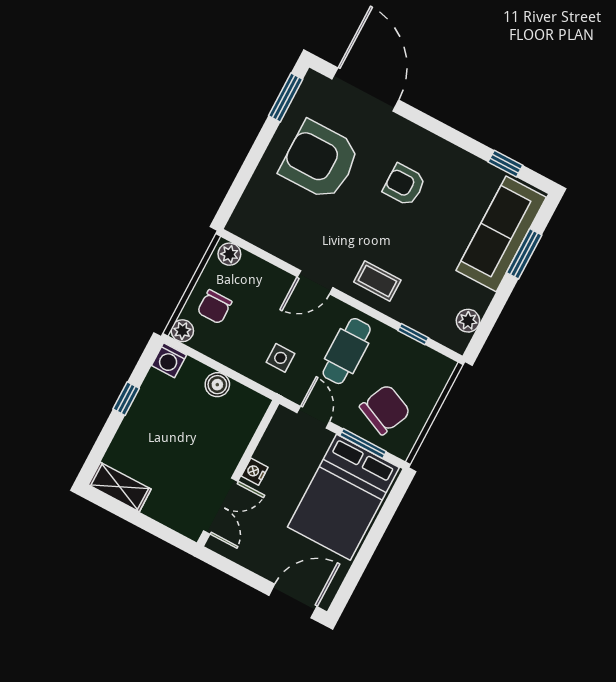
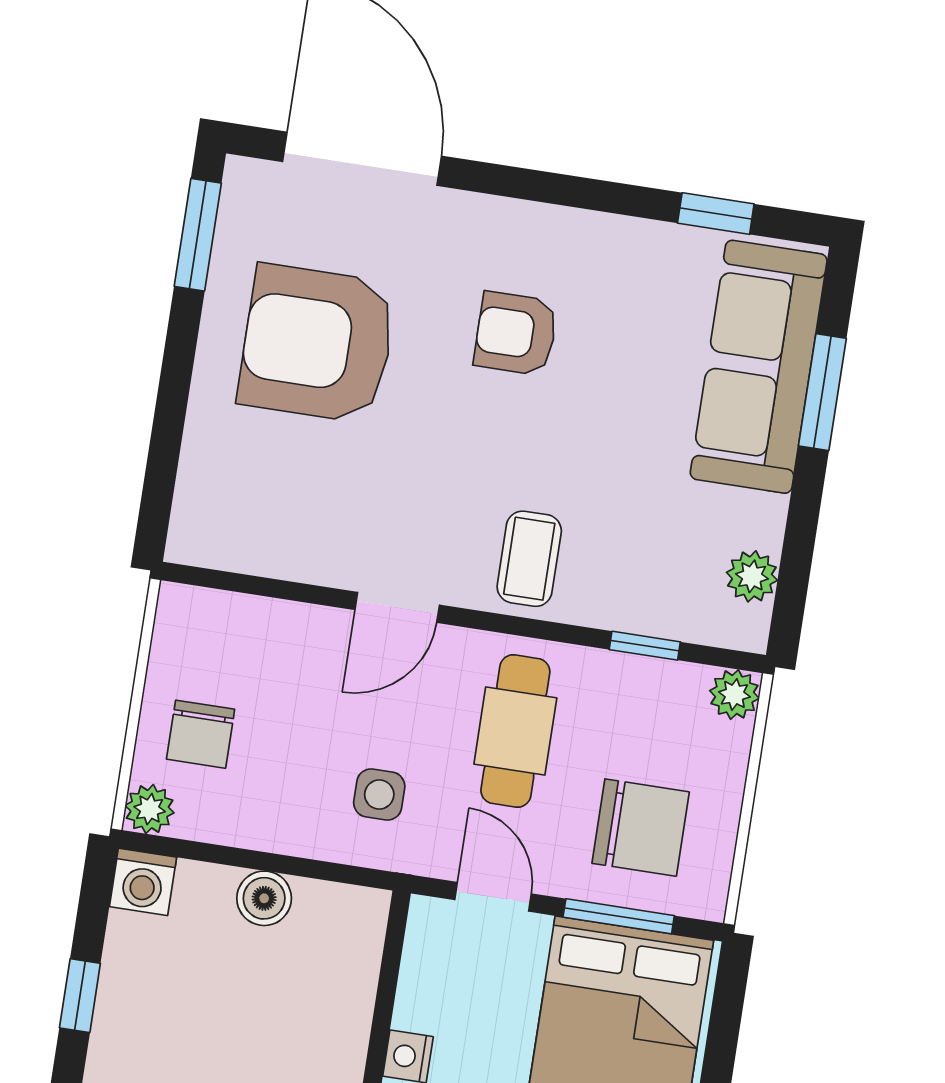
plant: (229, 254) -> (734, 694), moved
coffee table: (377, 281) -> (529, 559), turned 90
chair: (385, 410) -> (641, 828), turned 66

